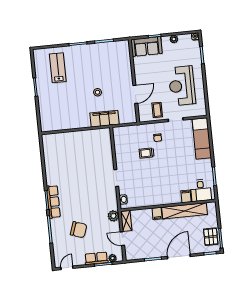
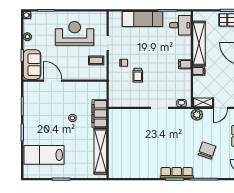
lab bench: (58, 68) -> (44, 155), width x1.36, depth x1.39
reception desk: (182, 86) -> (75, 33), turned 180
door: (135, 94) -> (53, 81), moved
shelving: (67, 123) -> (100, 151), added
exam couch: (202, 138) -> (142, 19), moved
filing cabinet: (186, 196) -> (185, 64), moved

